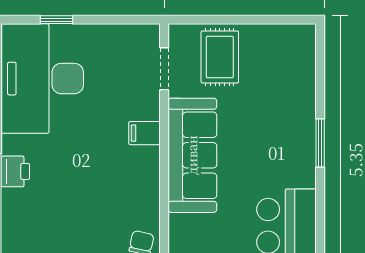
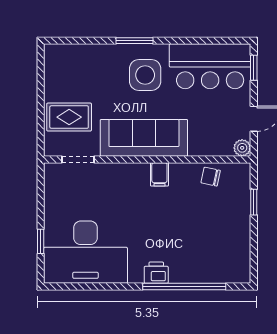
filing cabinet: (144, 133) -> (159, 174), moved
side table: (275, 157) -> (145, 75), added

